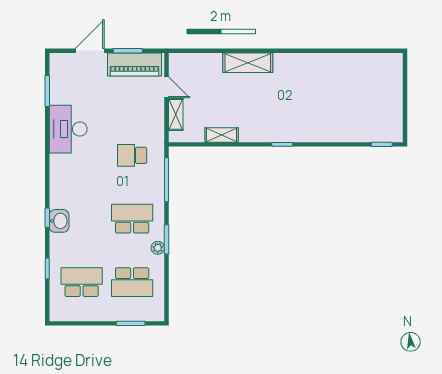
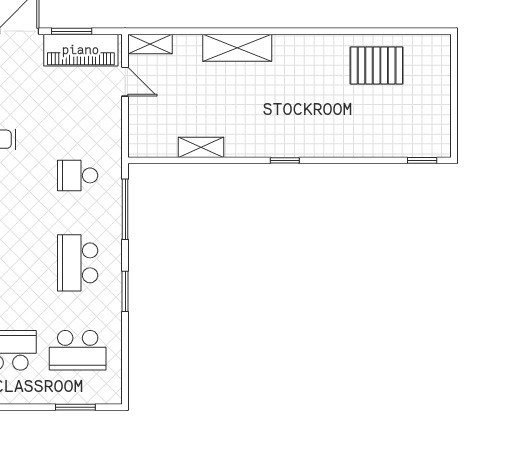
pallet: (349, 76) -> (377, 65), added
shelving: (176, 114) -> (150, 44), moved, turned 90
school desk: (132, 219) -> (78, 263), turned -90
plant: (158, 248) -> (113, 303), removed

